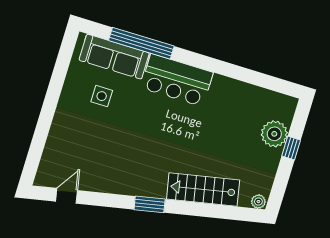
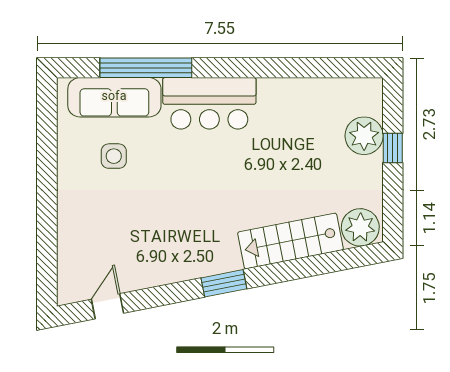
plant: (258, 202) -> (360, 227), width x1.87, depth x1.87

